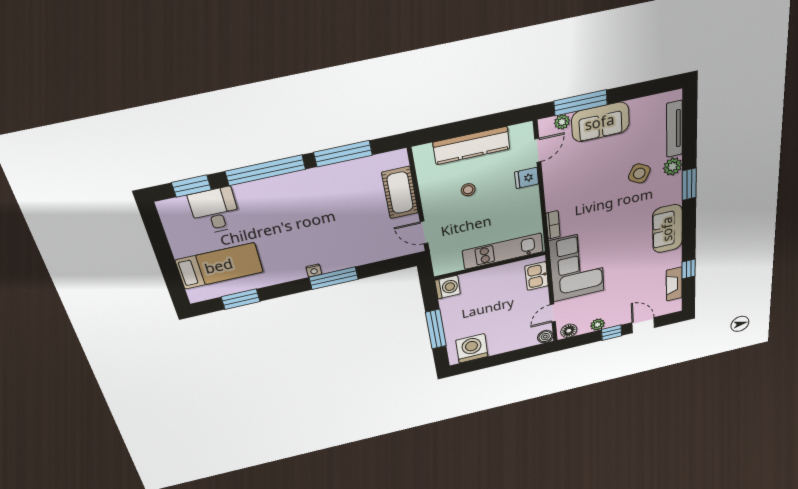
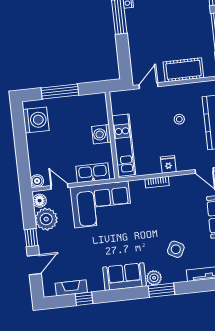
plant: (673, 166) -> (154, 278), moved
fridge: (527, 178) -> (168, 164), moved
bookcase: (553, 225) -> (157, 182), moved
kitchen sink: (537, 276) -> (93, 173), width x1.38
washing machine: (448, 287) -> (101, 134), moved, turned 90
plant: (598, 325) -> (46, 219), width x1.87, depth x1.87

